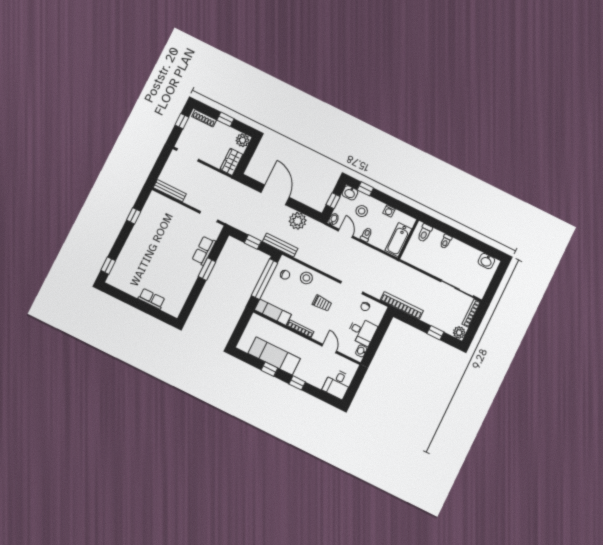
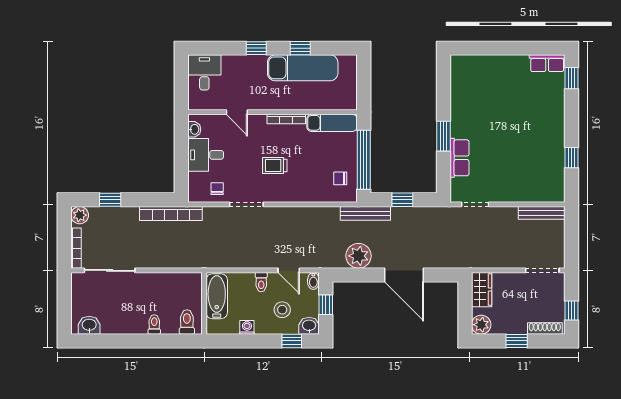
stool: (306, 278) -> (311, 188), removed
row of seats: (152, 299) -> (547, 63), moved

